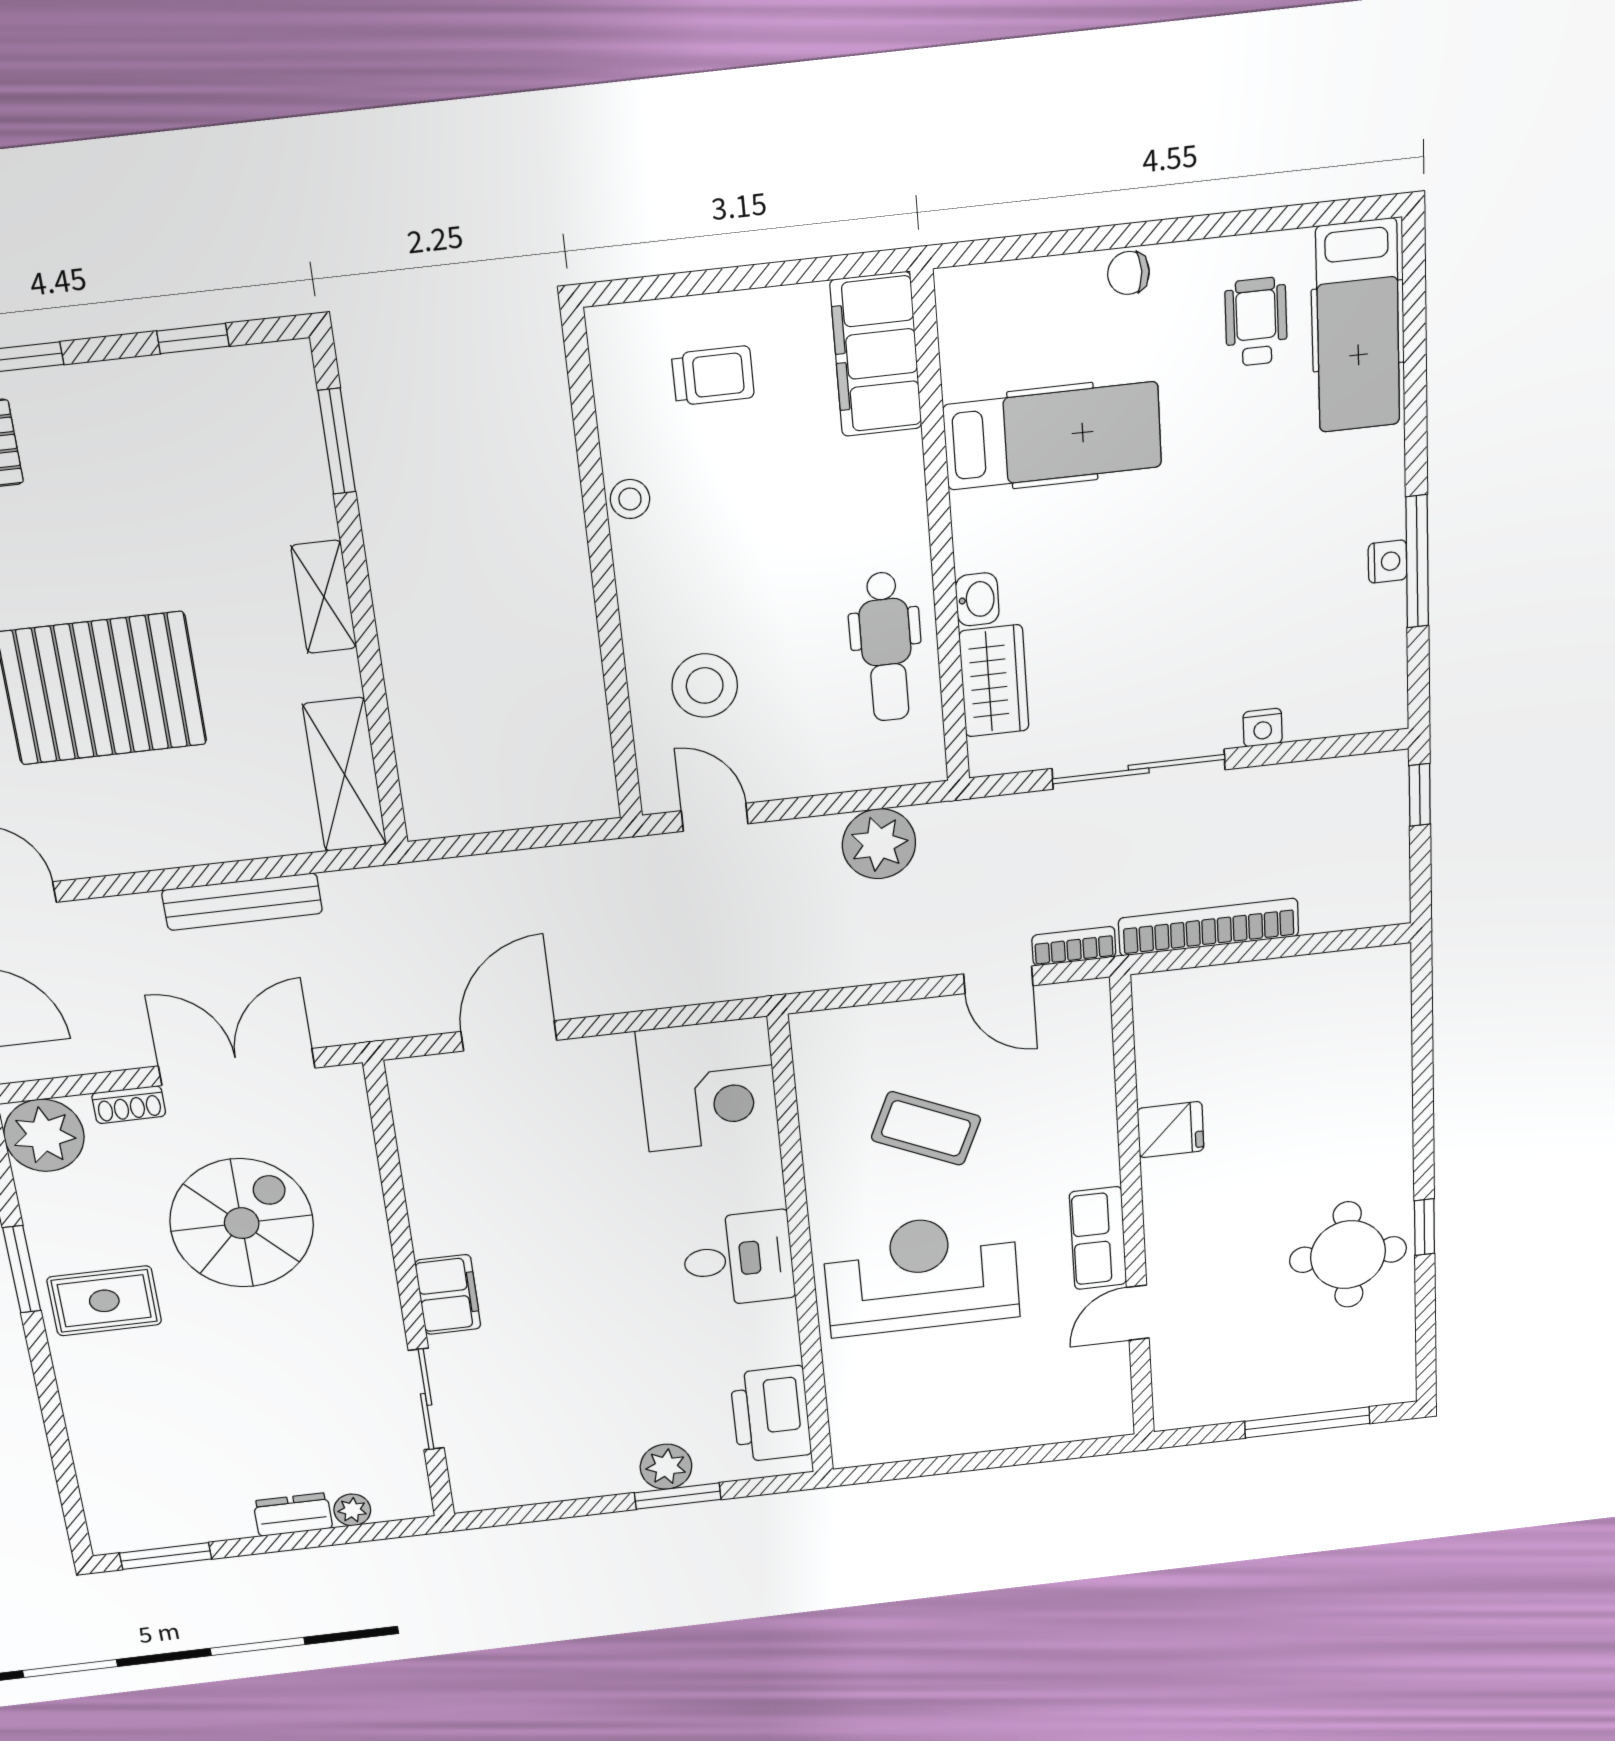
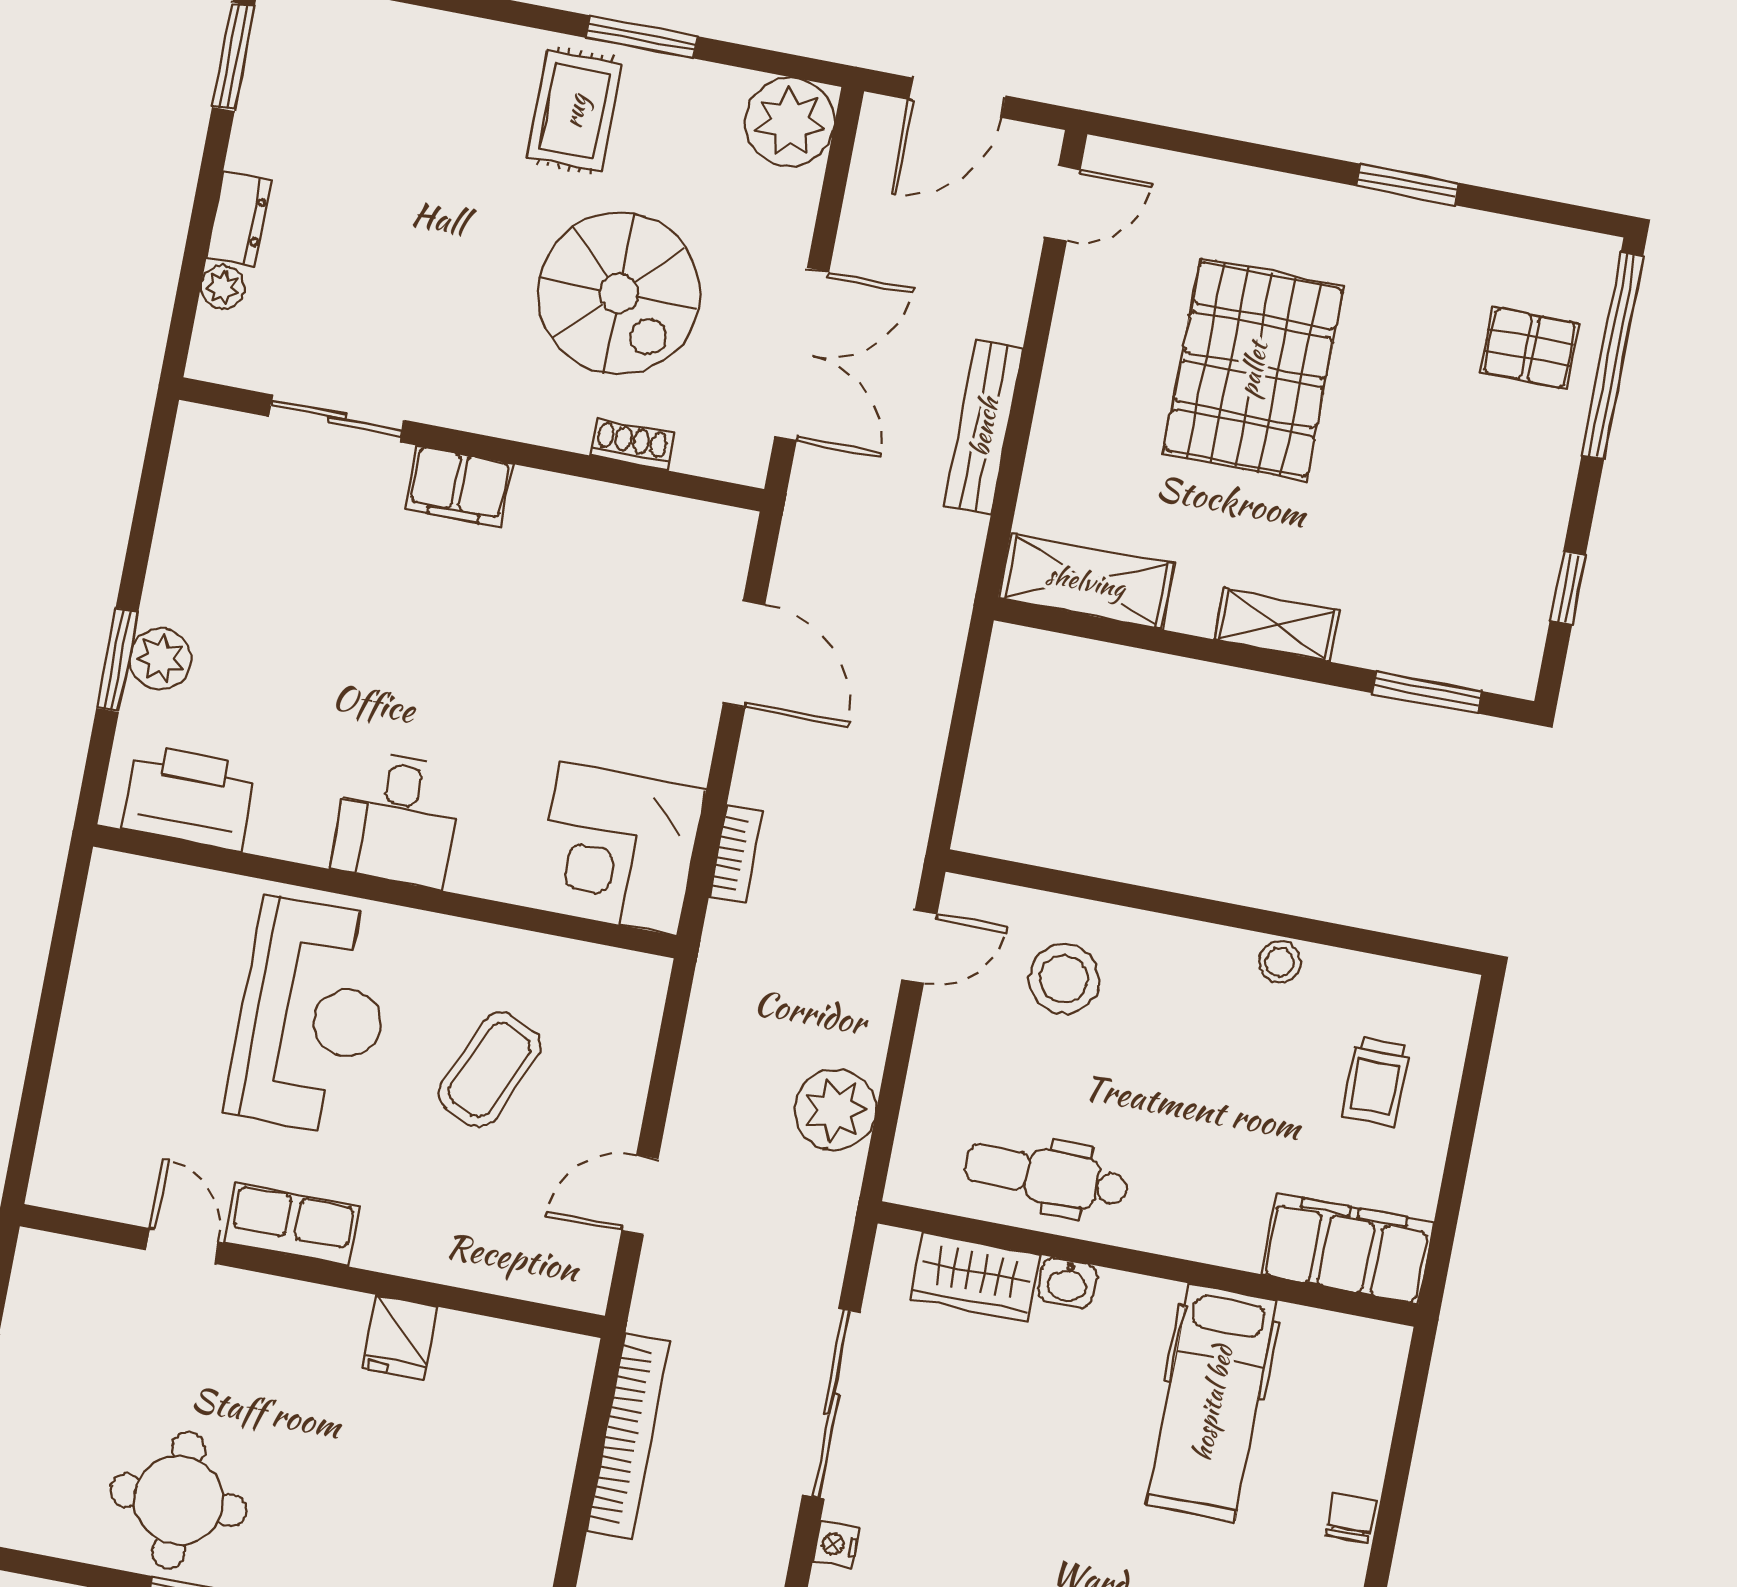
bookcase: (1074, 946) -> (736, 855), moved
shoe rack: (129, 1105) -> (632, 444), moved, turned 90

